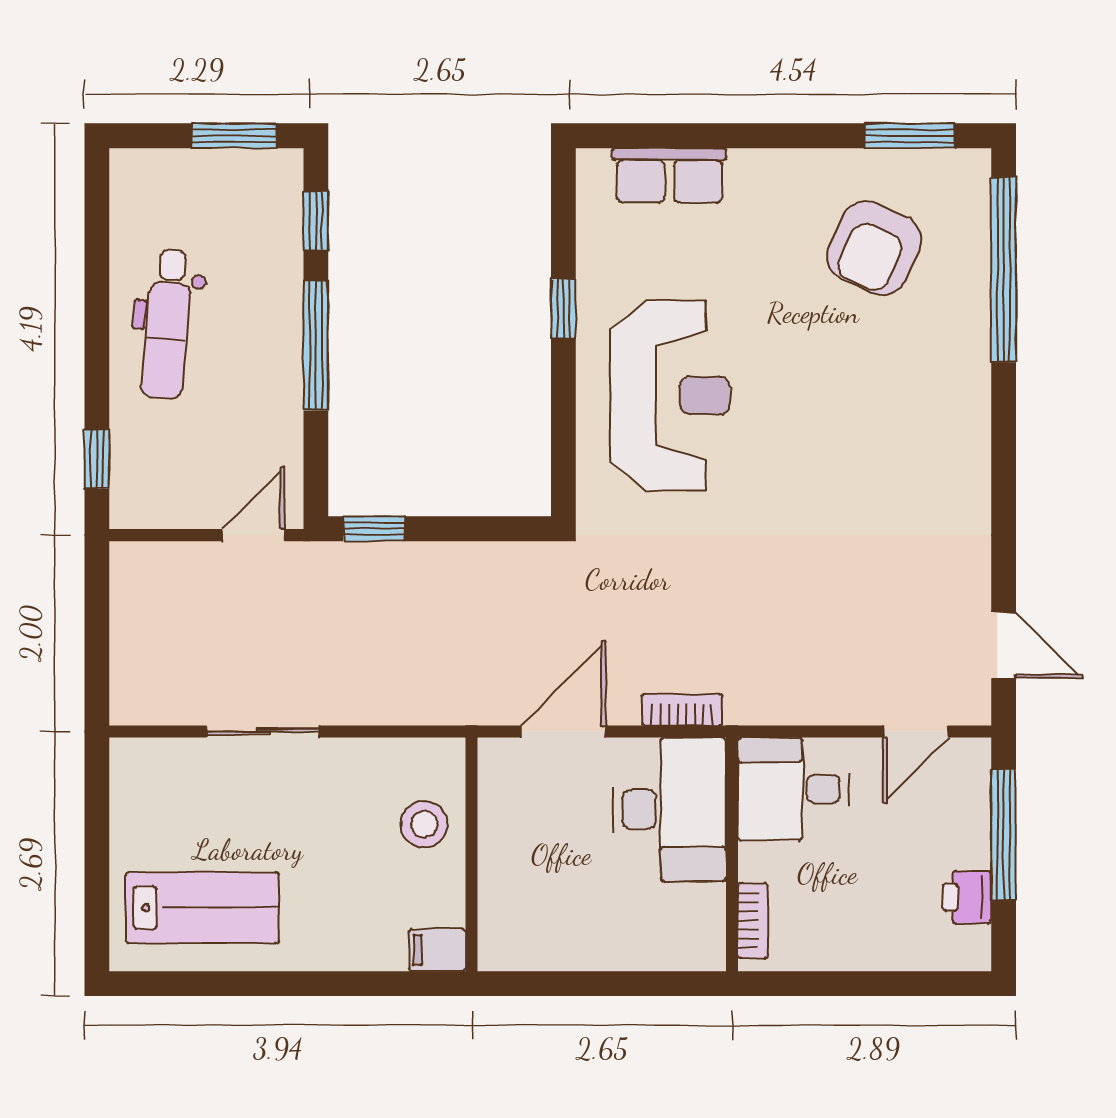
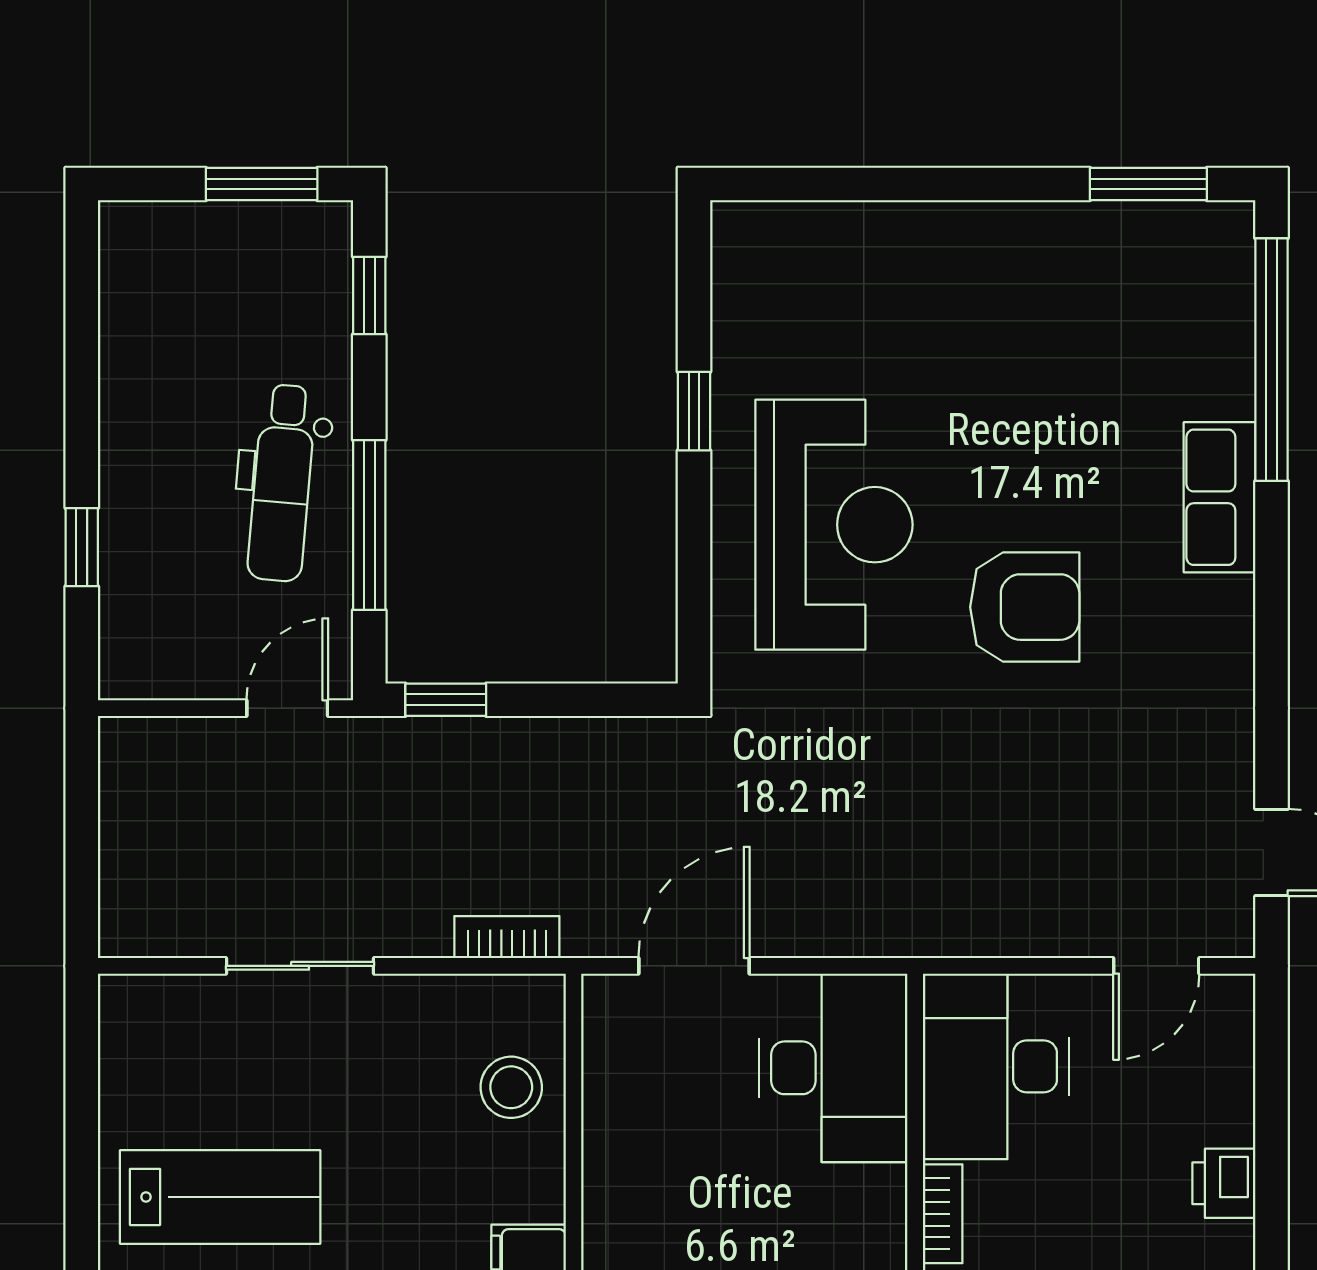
row of seats: (669, 175) -> (1220, 497), moved, turned 90
armchair: (874, 248) -> (1025, 607), moved, turned -115
dental chair: (167, 324) -> (282, 483), moved
window: (316, 346) -> (369, 525), moved
window: (97, 459) -> (82, 547), moved
bookcase: (682, 710) -> (507, 937), moved
desk: (793, 789) -> (996, 1066), width x1.37
window: (1004, 835) -> (1272, 1101), removed

